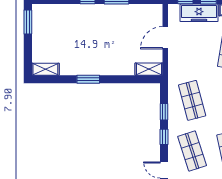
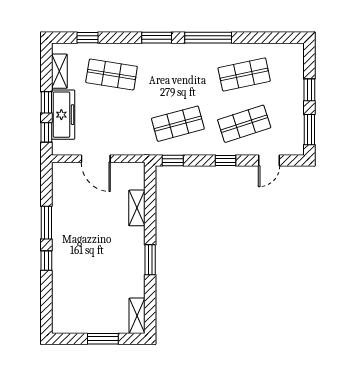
window: (28, 22) -> (103, 339), moved
shelving: (149, 69) -> (137, 208), moved
window: (164, 112) -> (173, 160), moved

